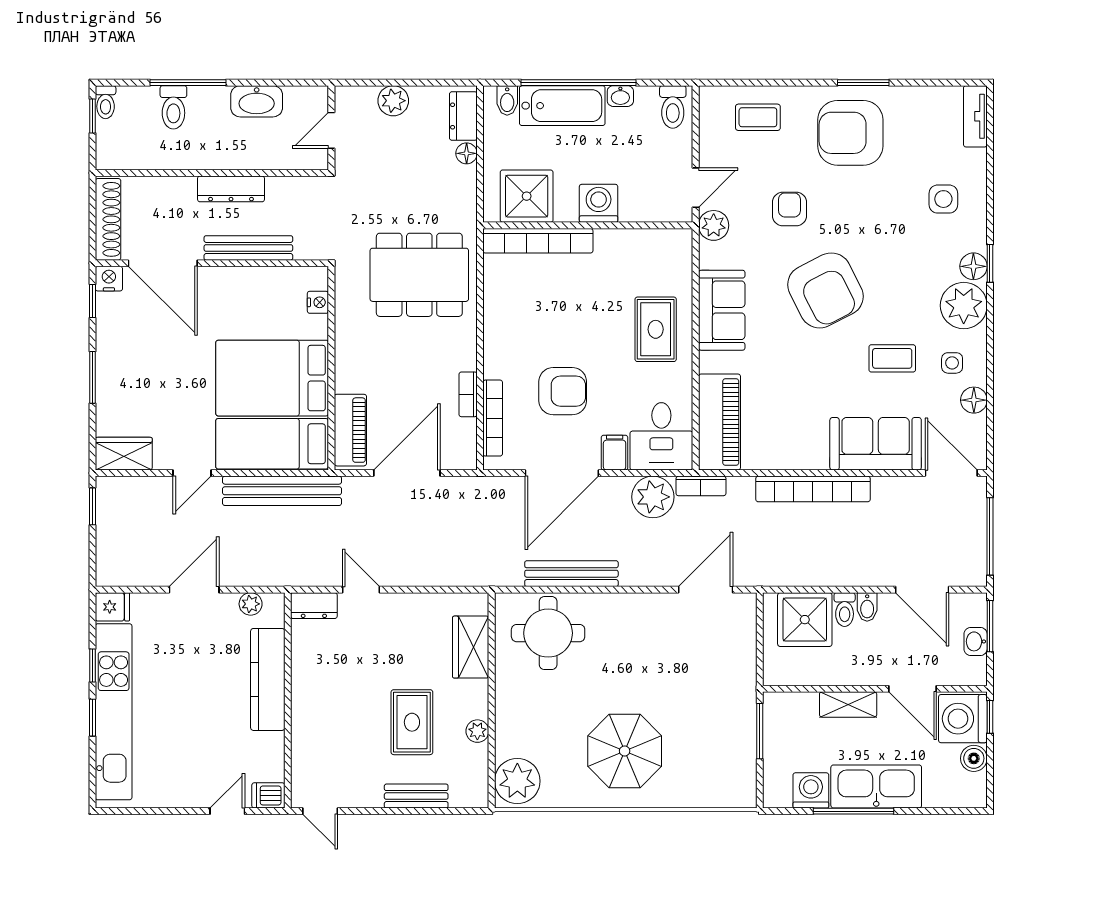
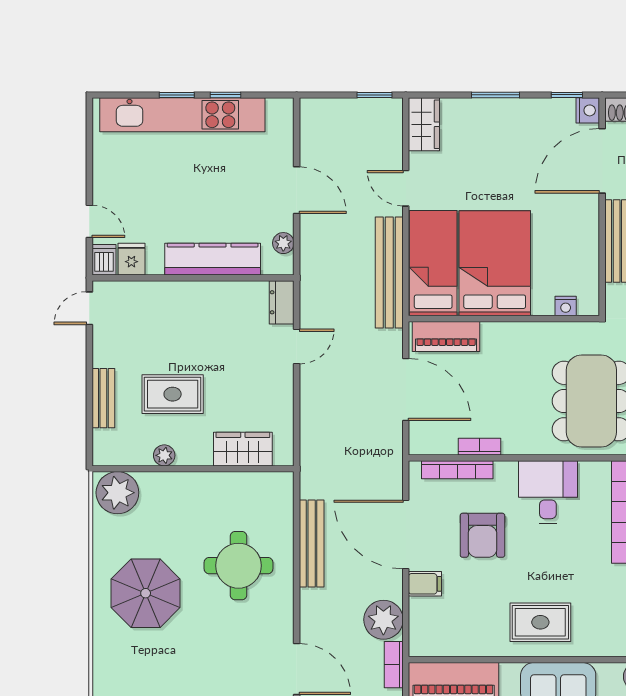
desk: (661, 436) -> (548, 492), moved, turned 90
fridge: (112, 607) -> (131, 259), moved, turned 180
round table: (548, 633) -> (239, 566), moved

